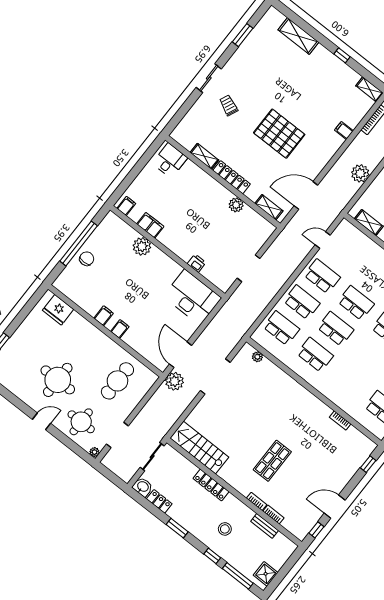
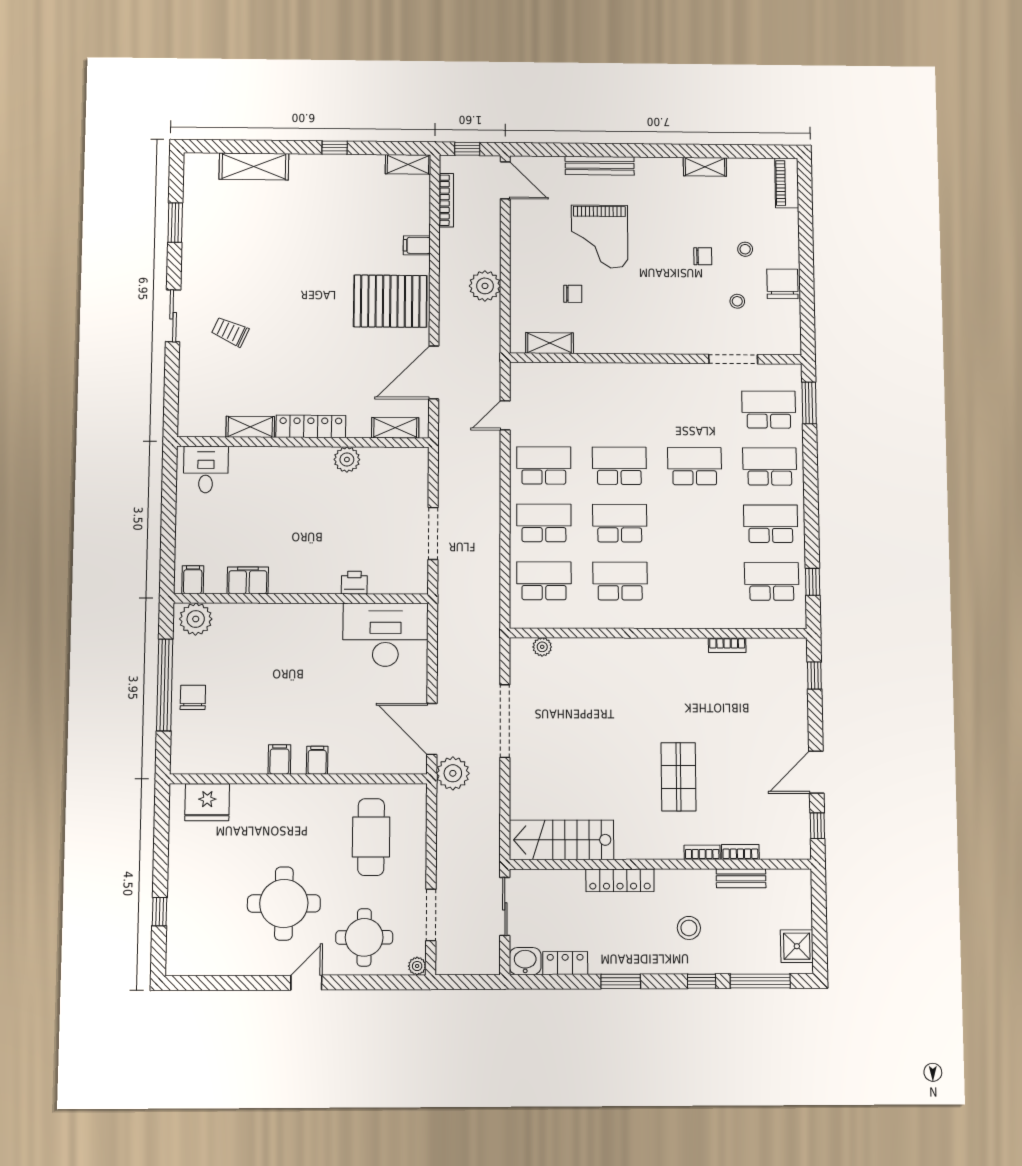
pallet: (279, 134) -> (390, 301), moved
plant: (142, 246) -> (196, 619), moved

